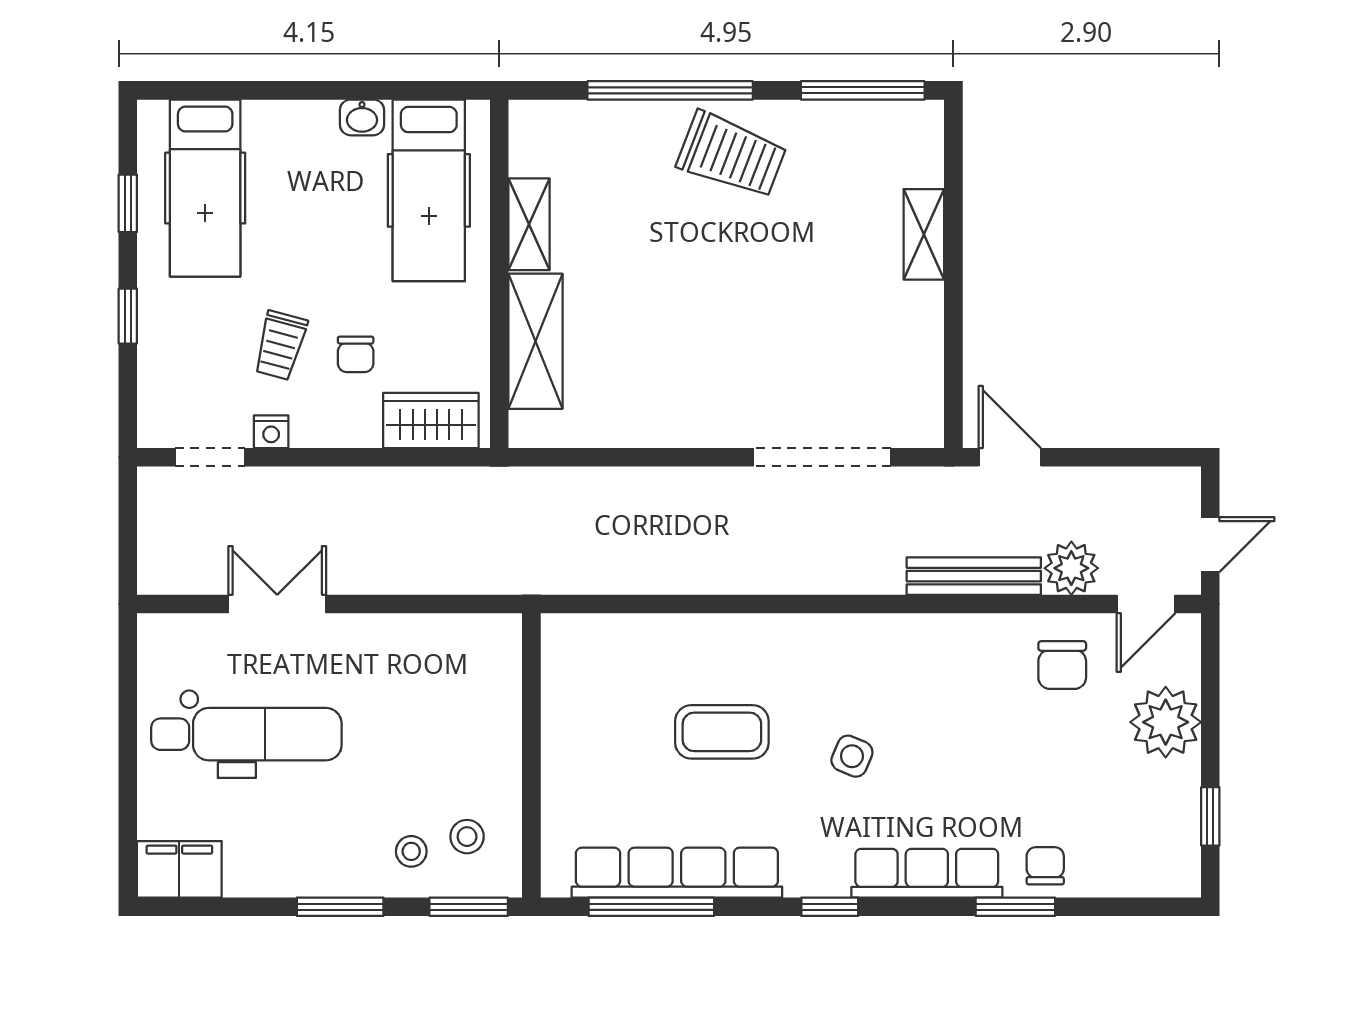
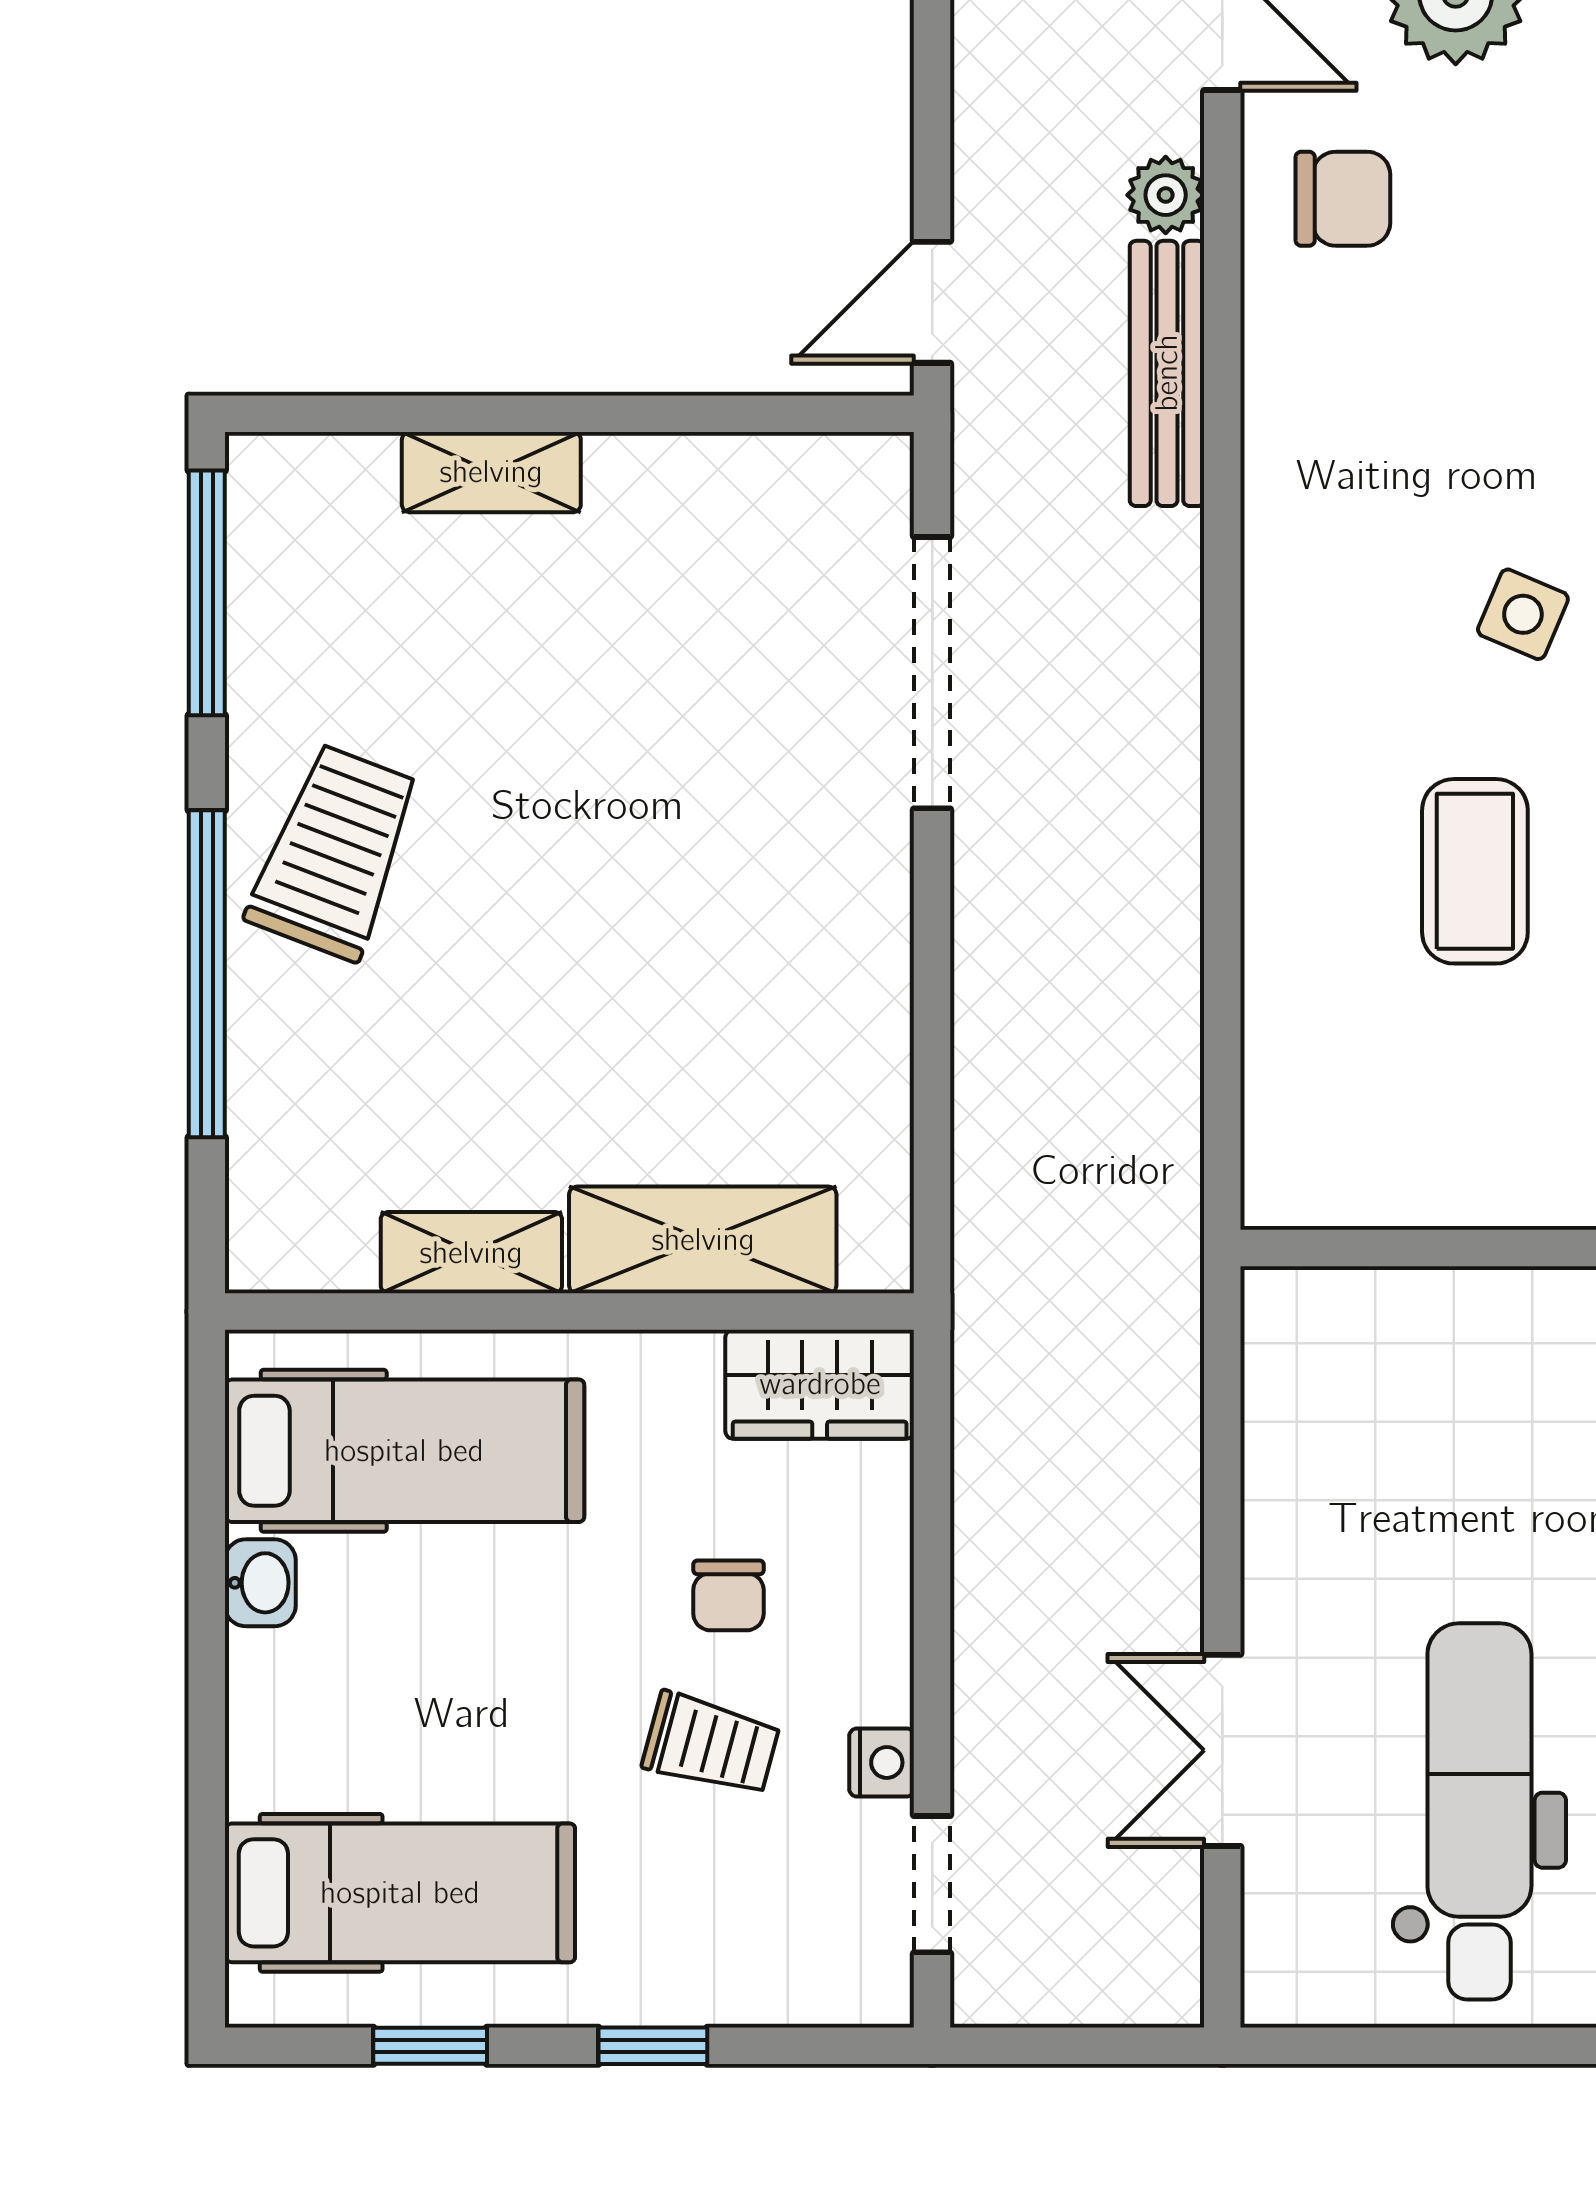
chair: (356, 354) -> (728, 1595), turned 90
wardrobe: (431, 420) -> (820, 1384), moved, turned -90
plant: (1071, 568) -> (1166, 195), width x0.73, depth x0.73

